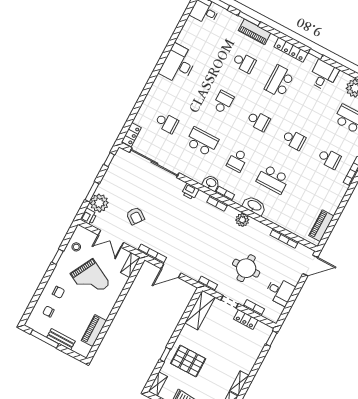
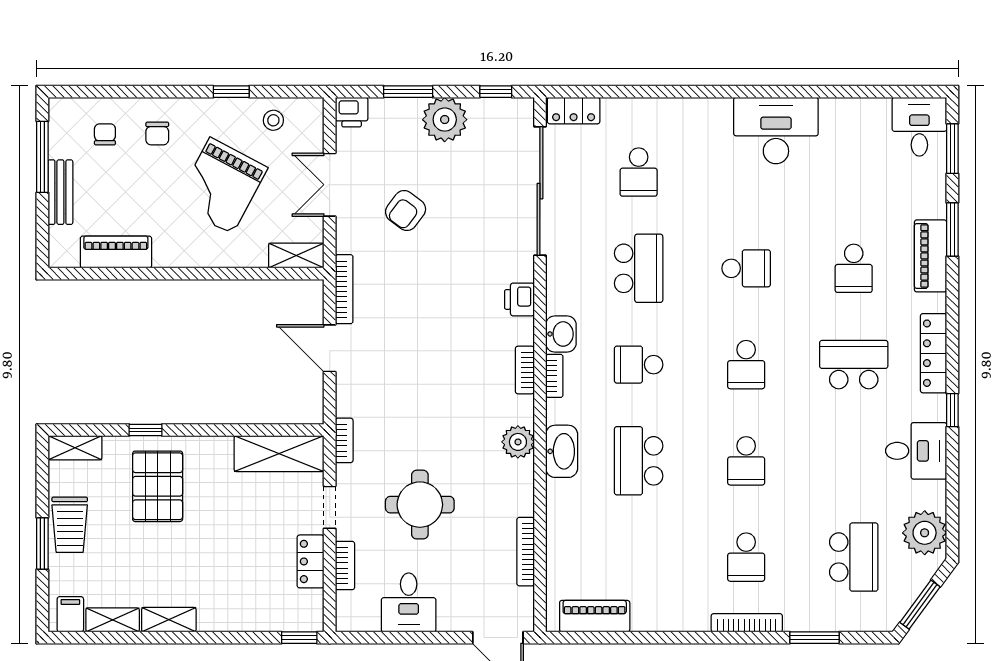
plant: (99, 203) -> (445, 120), moved

